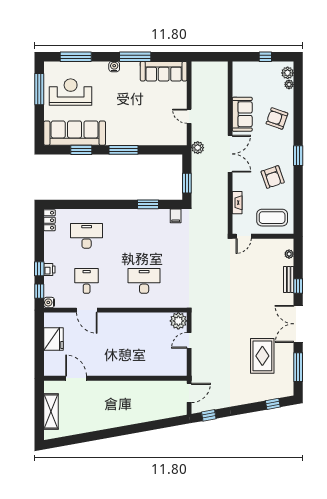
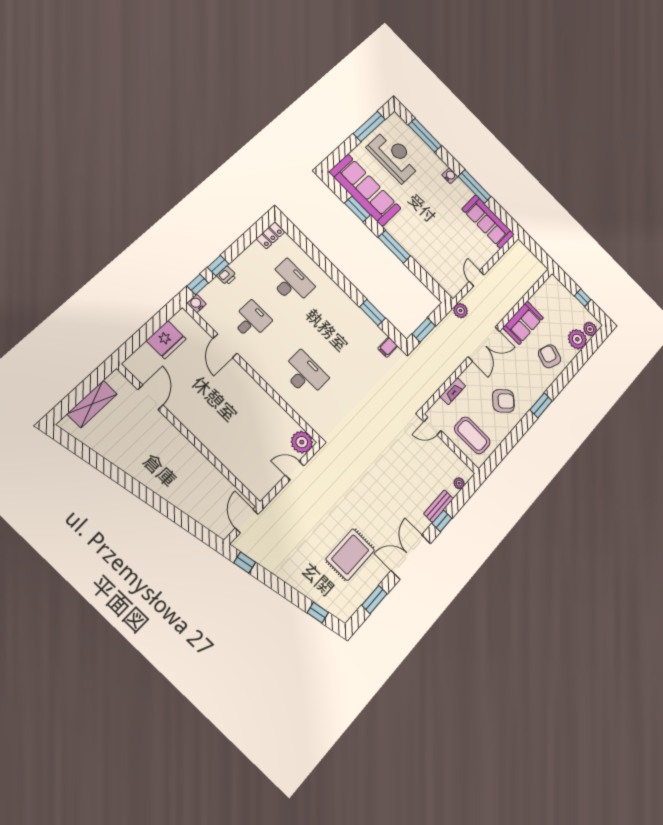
plant: (289, 84) -> (577, 339), width x1.88, depth x1.88
armchair: (273, 177) -> (503, 401), turned -115
window: (298, 367) -> (374, 600), width x0.69
door: (189, 393) -> (247, 521), swing flipped

